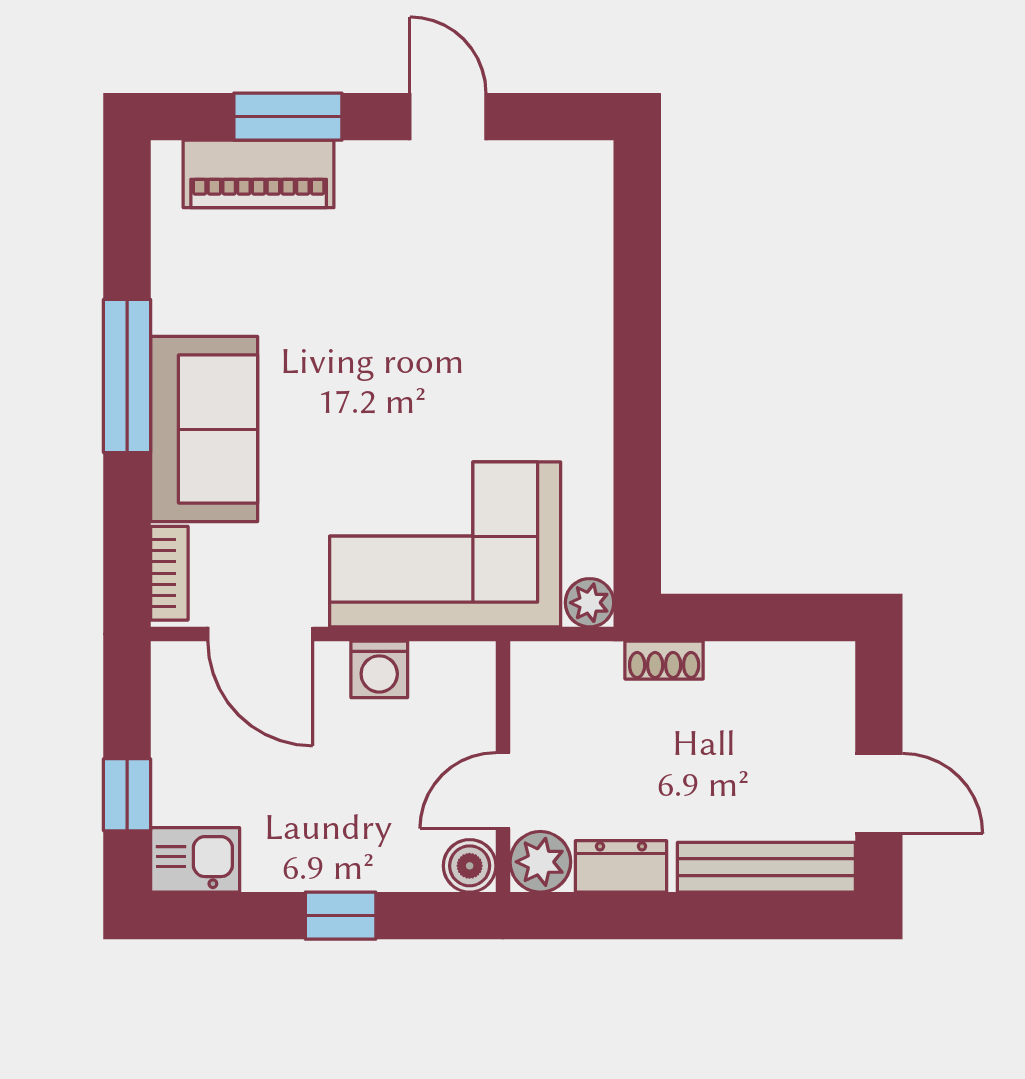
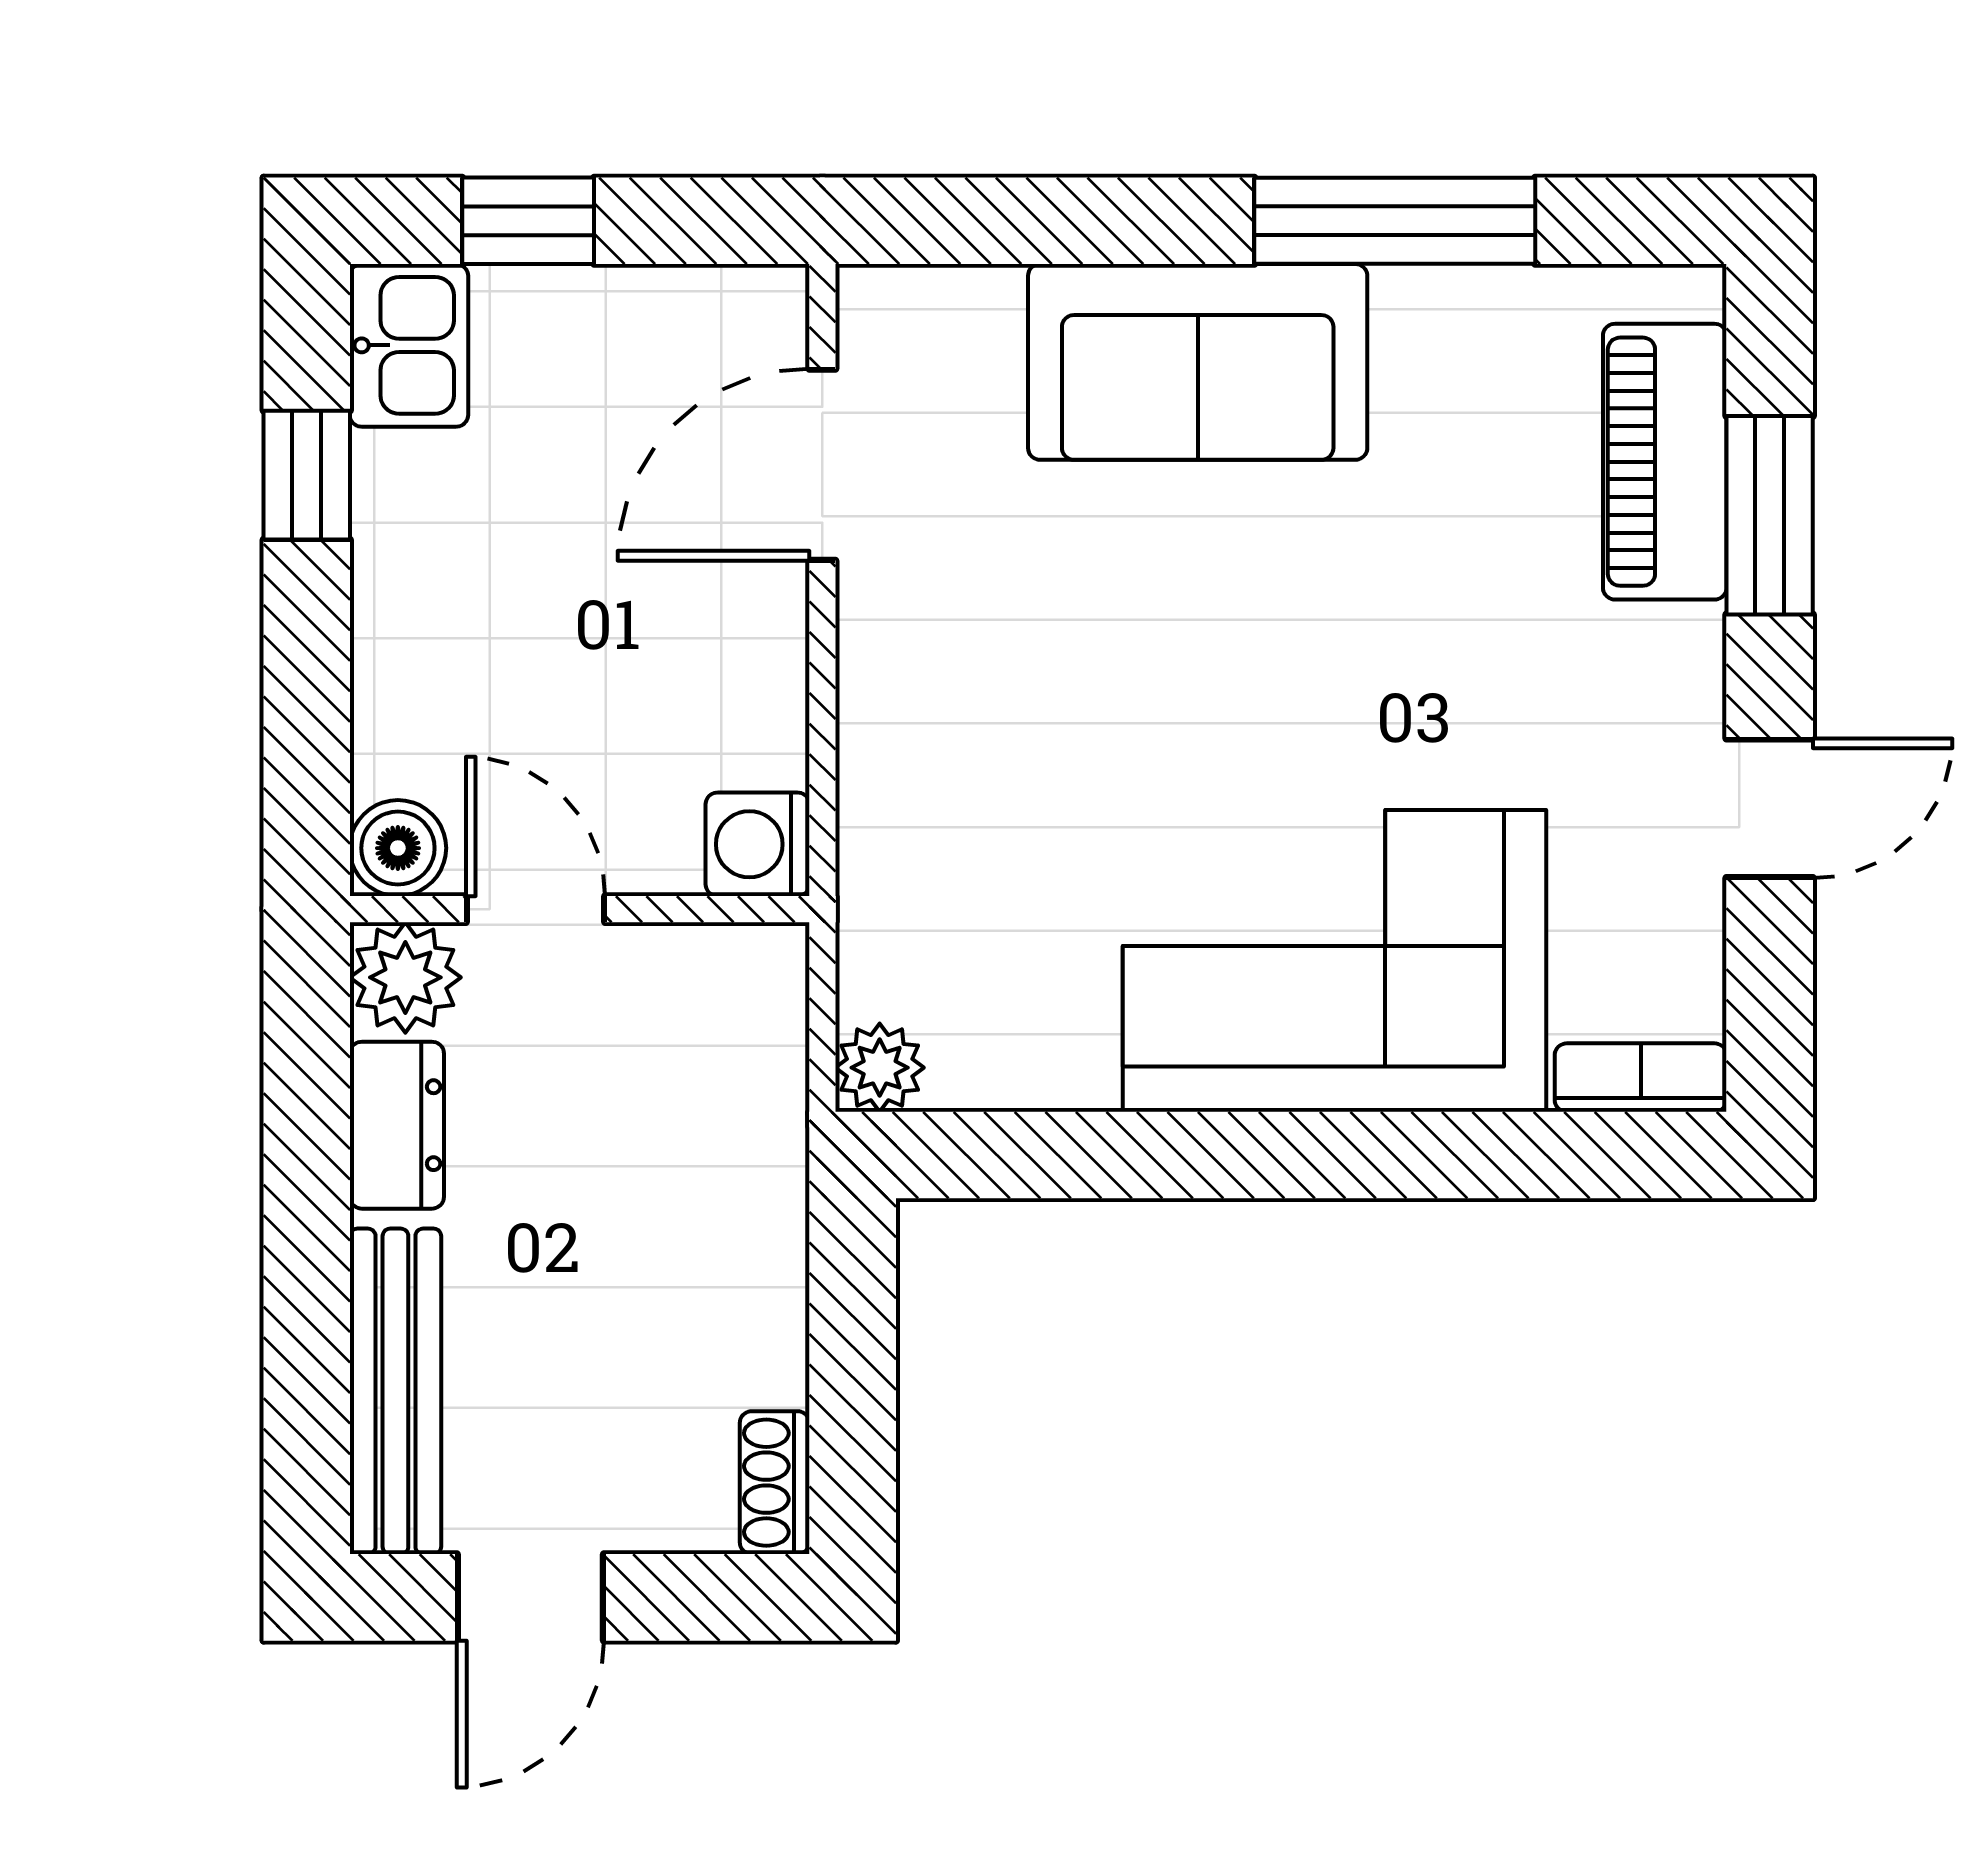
window: (127, 376) -> (1395, 221), moved
corner sofa: (445, 544) -> (1335, 961), moved, turned -90
bookcase: (169, 573) -> (1641, 1078), moved, turned 180
shoe rack: (664, 660) -> (775, 1483), moved
washing machine: (379, 669) -> (758, 844), moved
window: (341, 916) -> (307, 475), moved

